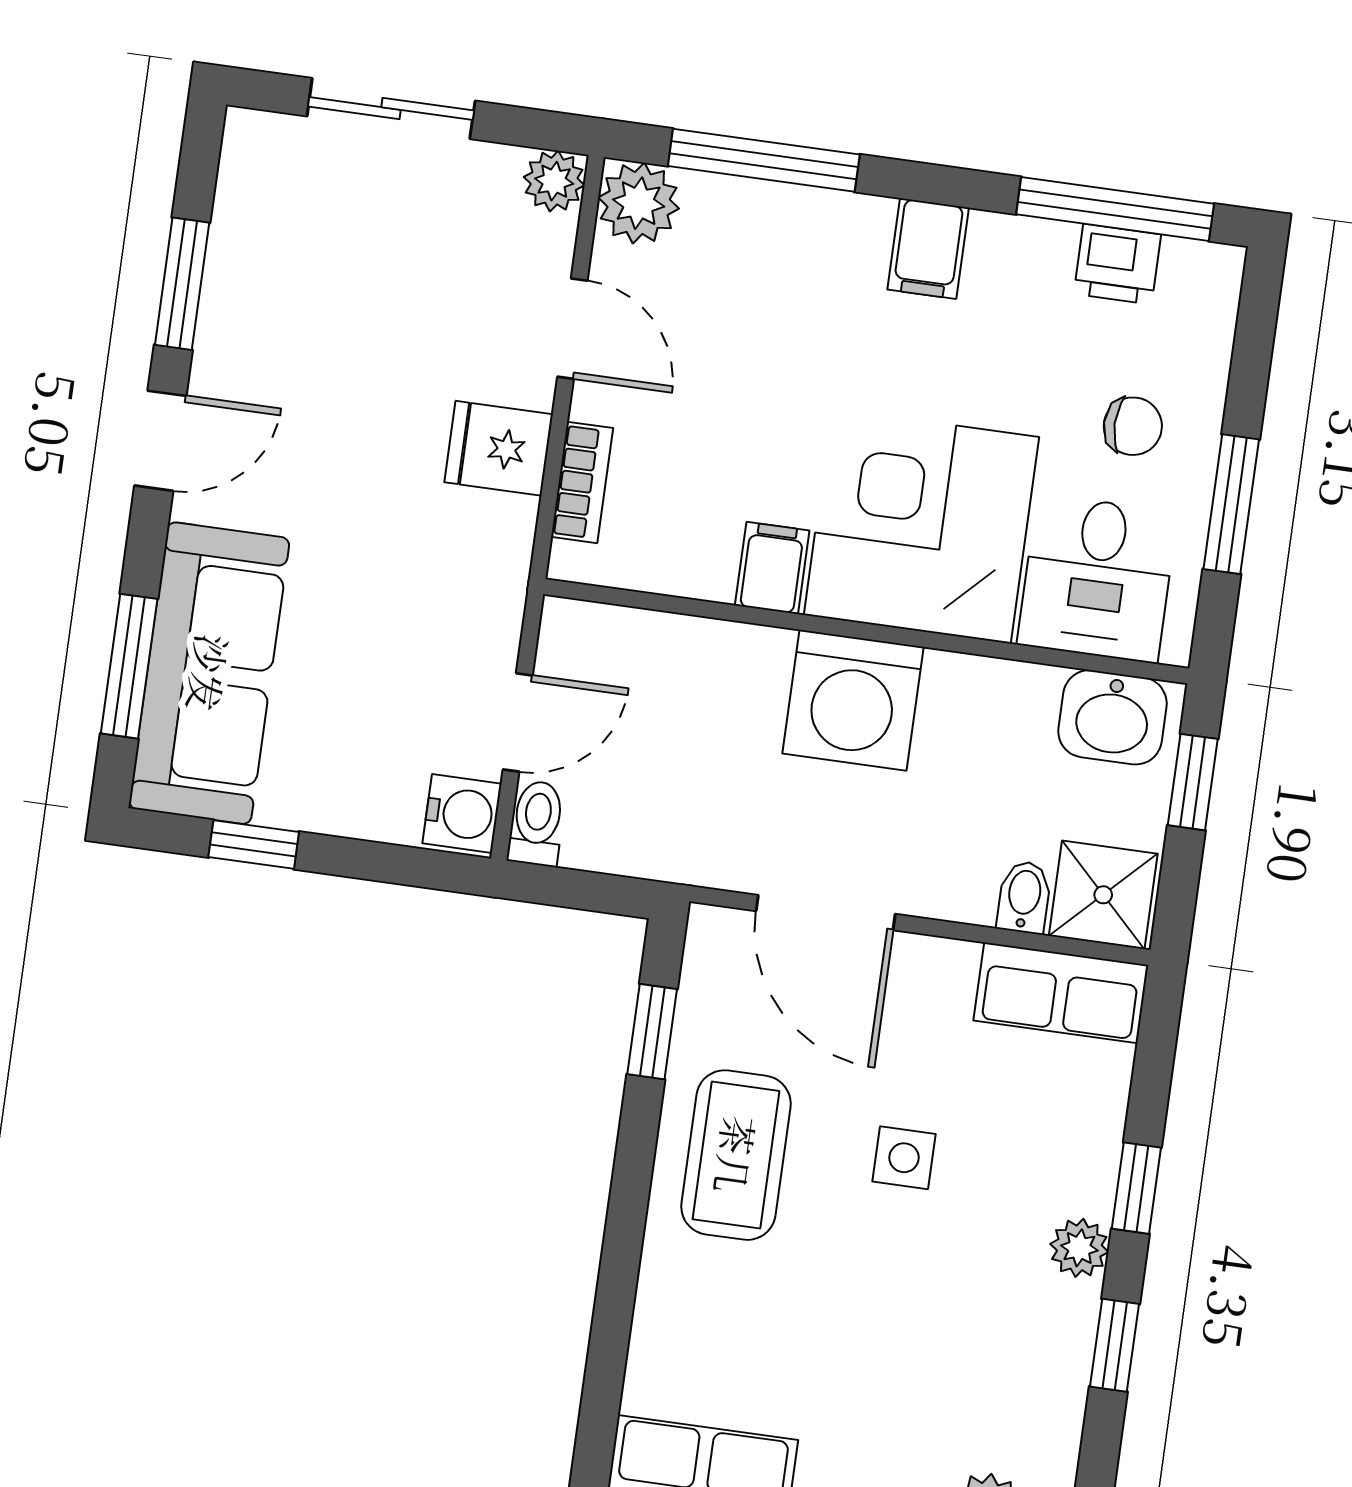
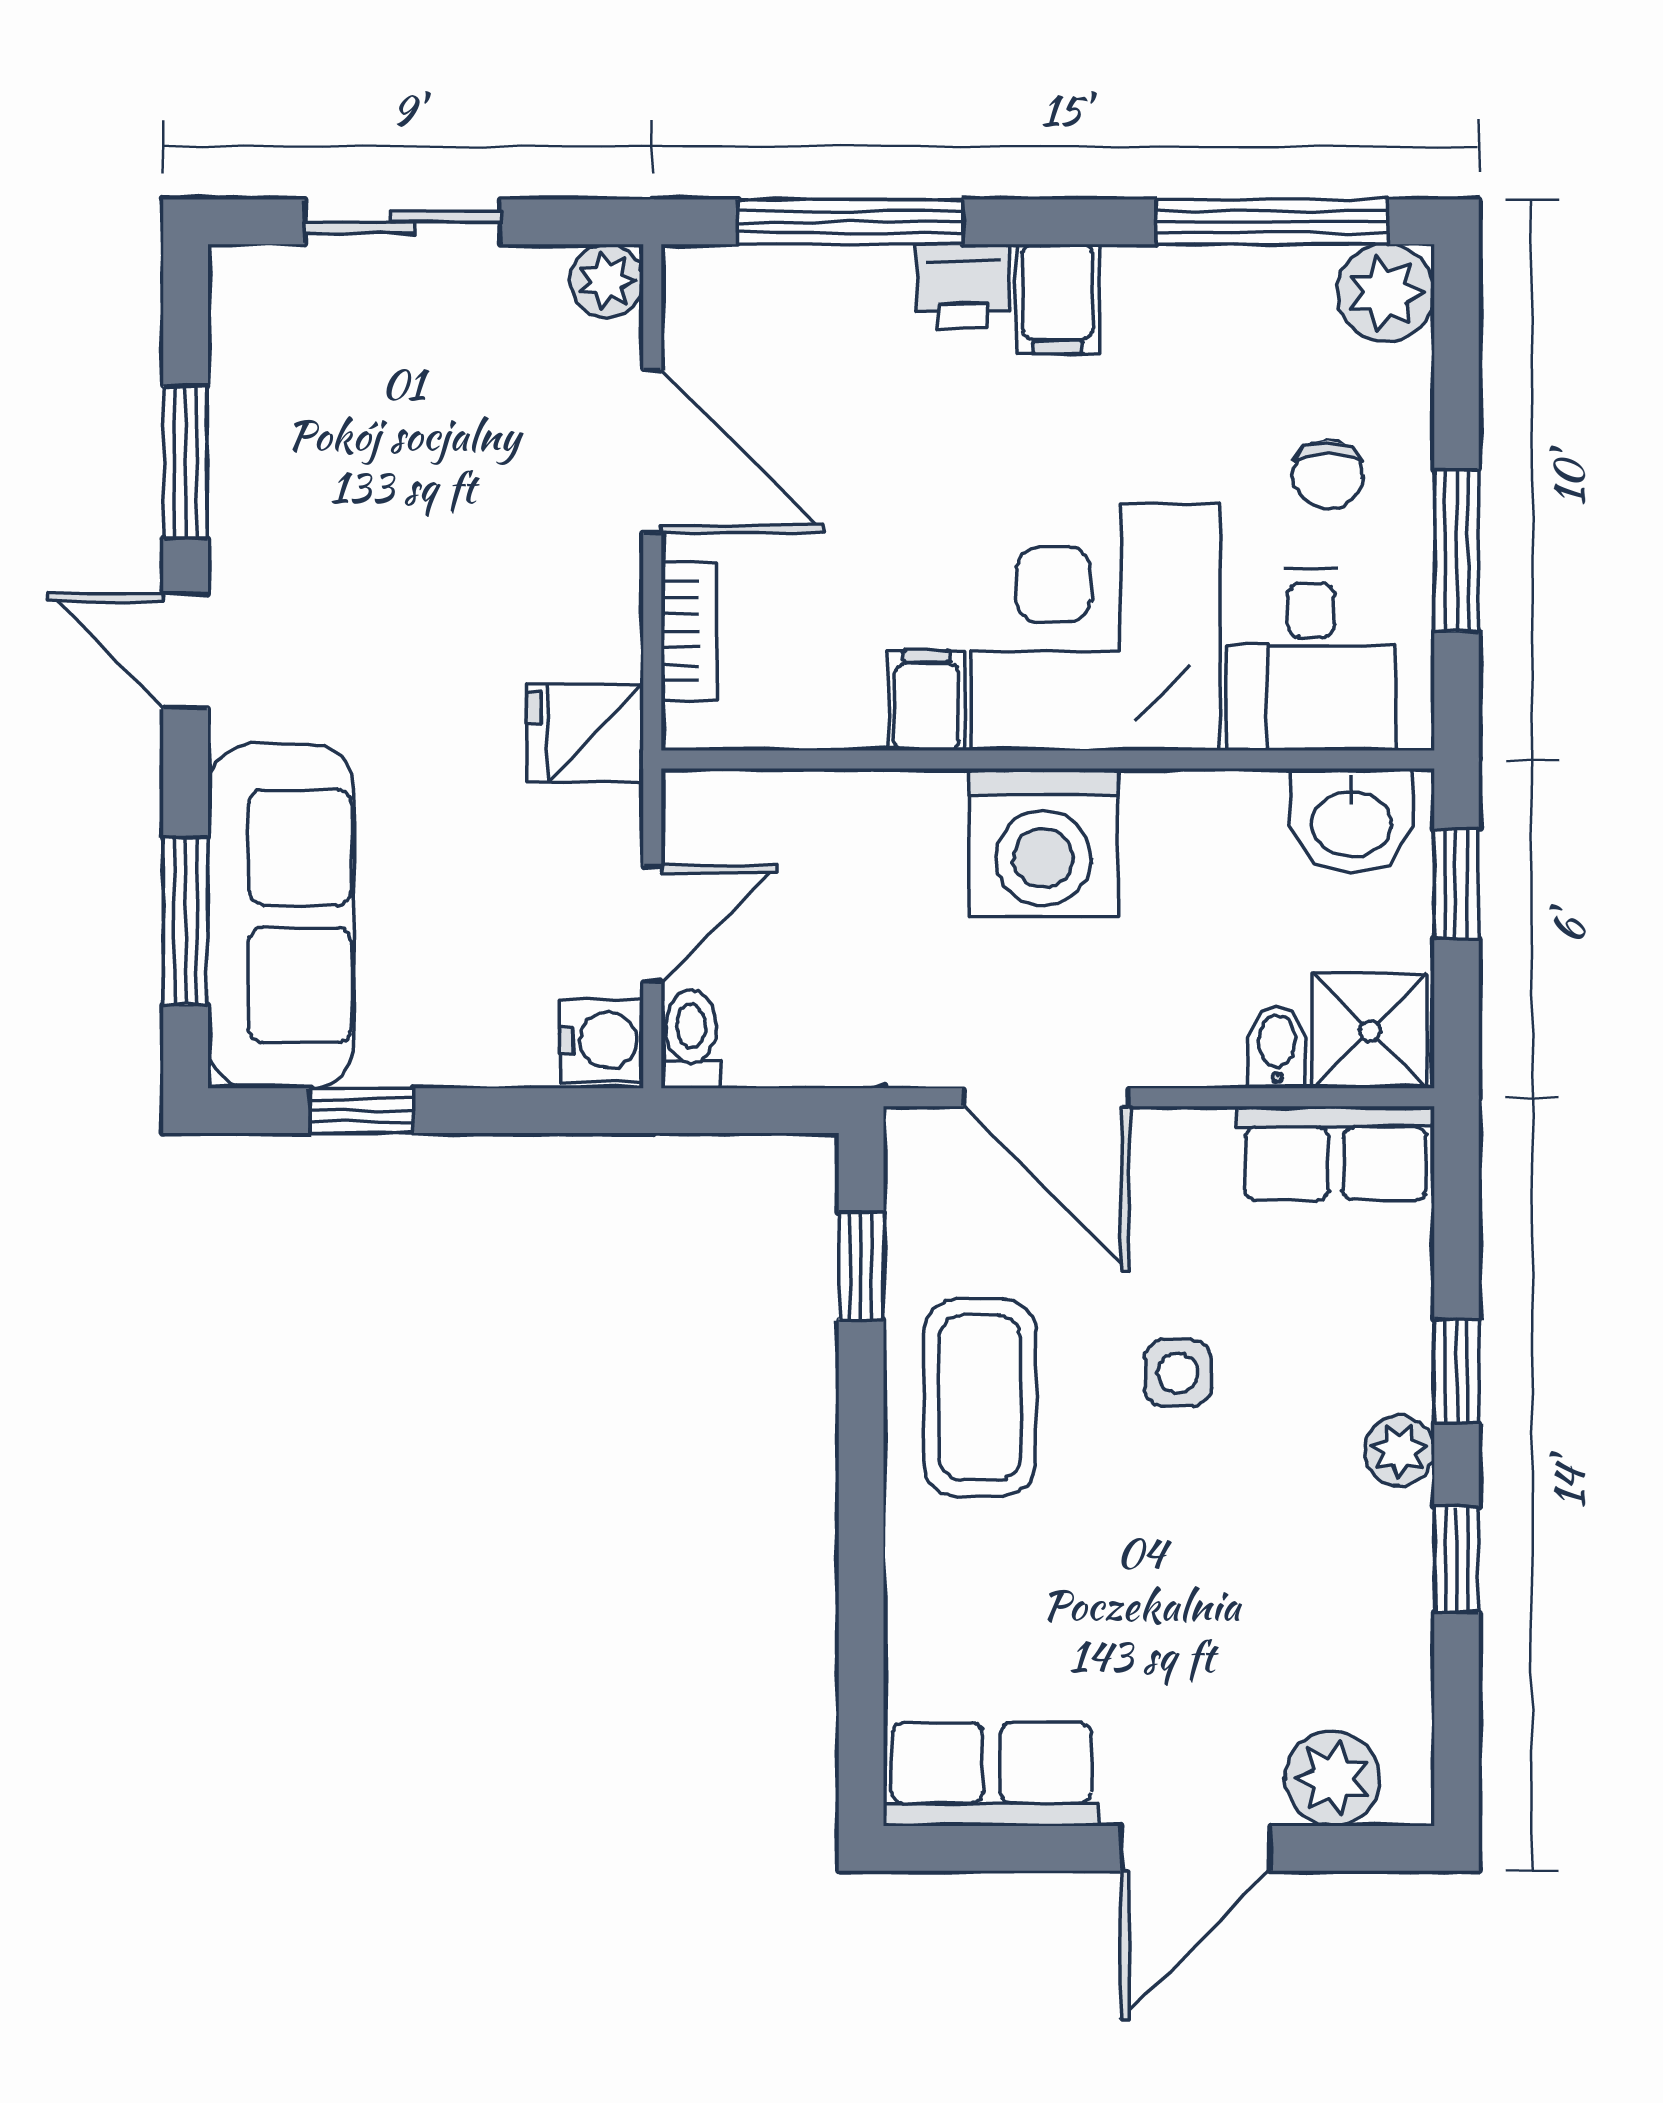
plant: (639, 203) -> (1386, 293), moved
printer: (1117, 264) -> (963, 286), moved
door: (572, 329) -> (652, 451), width x1.38
chair: (1133, 426) -> (1328, 475), turned 90
door: (160, 441) -> (186, 651), swing flipped
fridge: (499, 448) -> (585, 733), moved

